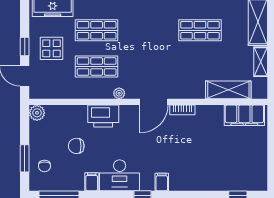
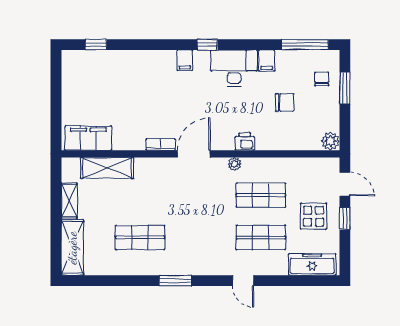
printer: (103, 116) -> (245, 142), width x0.53, depth x0.68

